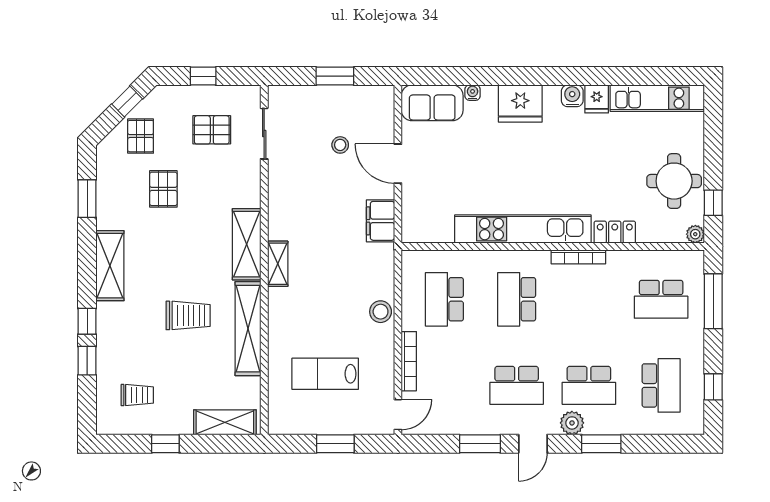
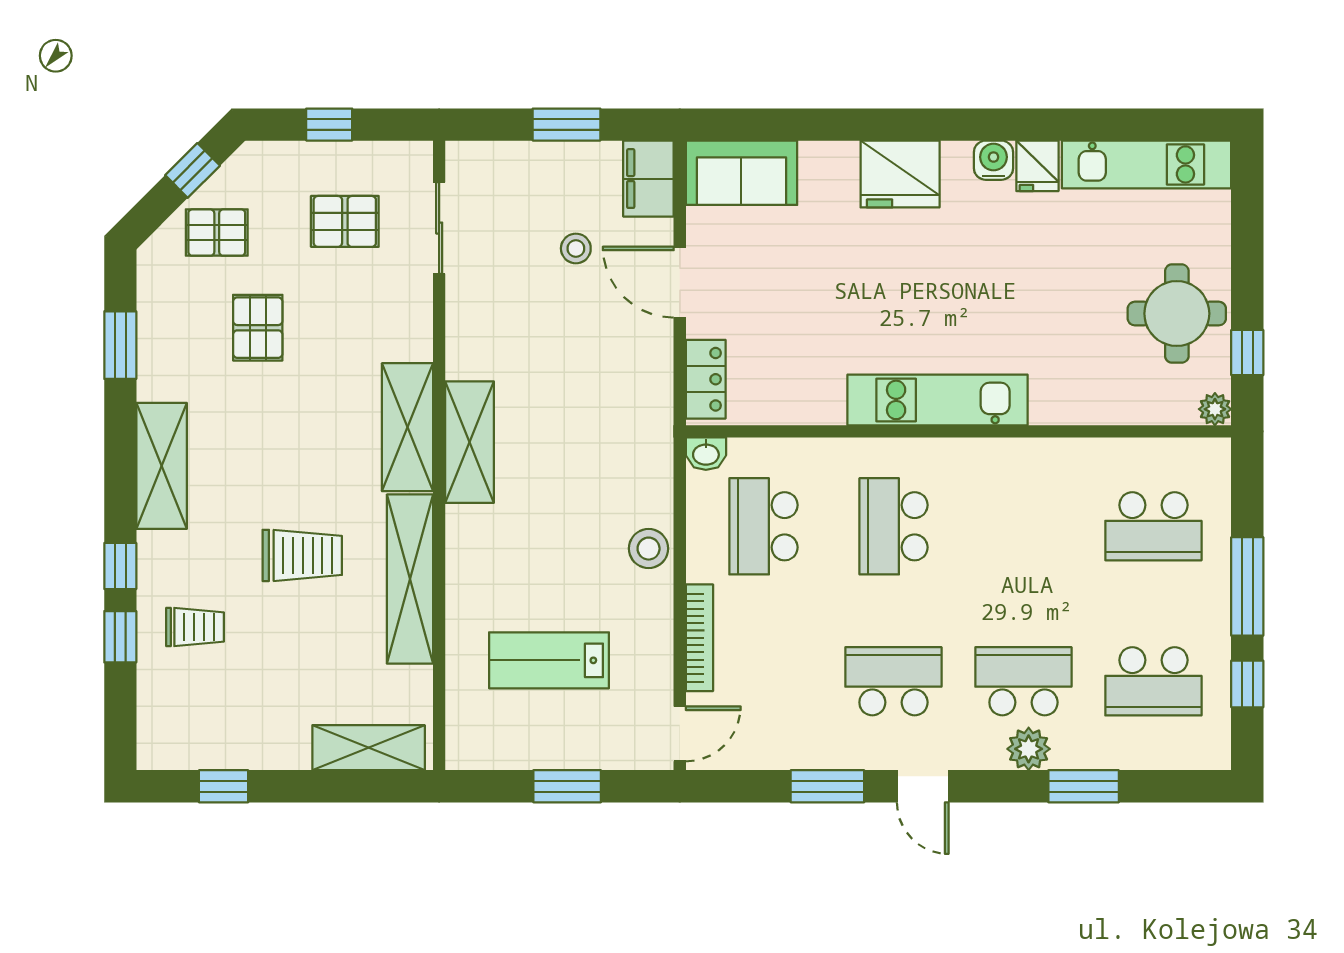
water cooler: (473, 93) -> (814, 154), removed
pallet: (141, 136) -> (217, 233), turned 90
filing cabinet: (380, 221) -> (648, 179), moved
kitchen unit: (523, 229) -> (938, 400), width x0.73
locker: (615, 232) -> (706, 379), moved, turned 90
bookcase: (578, 257) -> (1005, 450), removed
washbasin: (412, 259) -> (706, 454), added
shelving: (278, 264) -> (469, 442), width x1.50, depth x1.33
window: (713, 301) -> (1247, 586), moved
school desk: (517, 385) -> (893, 681), turned 180
school desk: (589, 385) -> (1023, 681), turned 180
school desk: (661, 385) -> (1153, 681), turned 90
trolley: (137, 395) -> (195, 627), moved
plant: (572, 423) -> (1029, 749), moved
window: (165, 444) -> (224, 786), moved
door: (533, 444) -> (923, 786), hinge flipped
window: (601, 444) -> (1084, 786), moved

